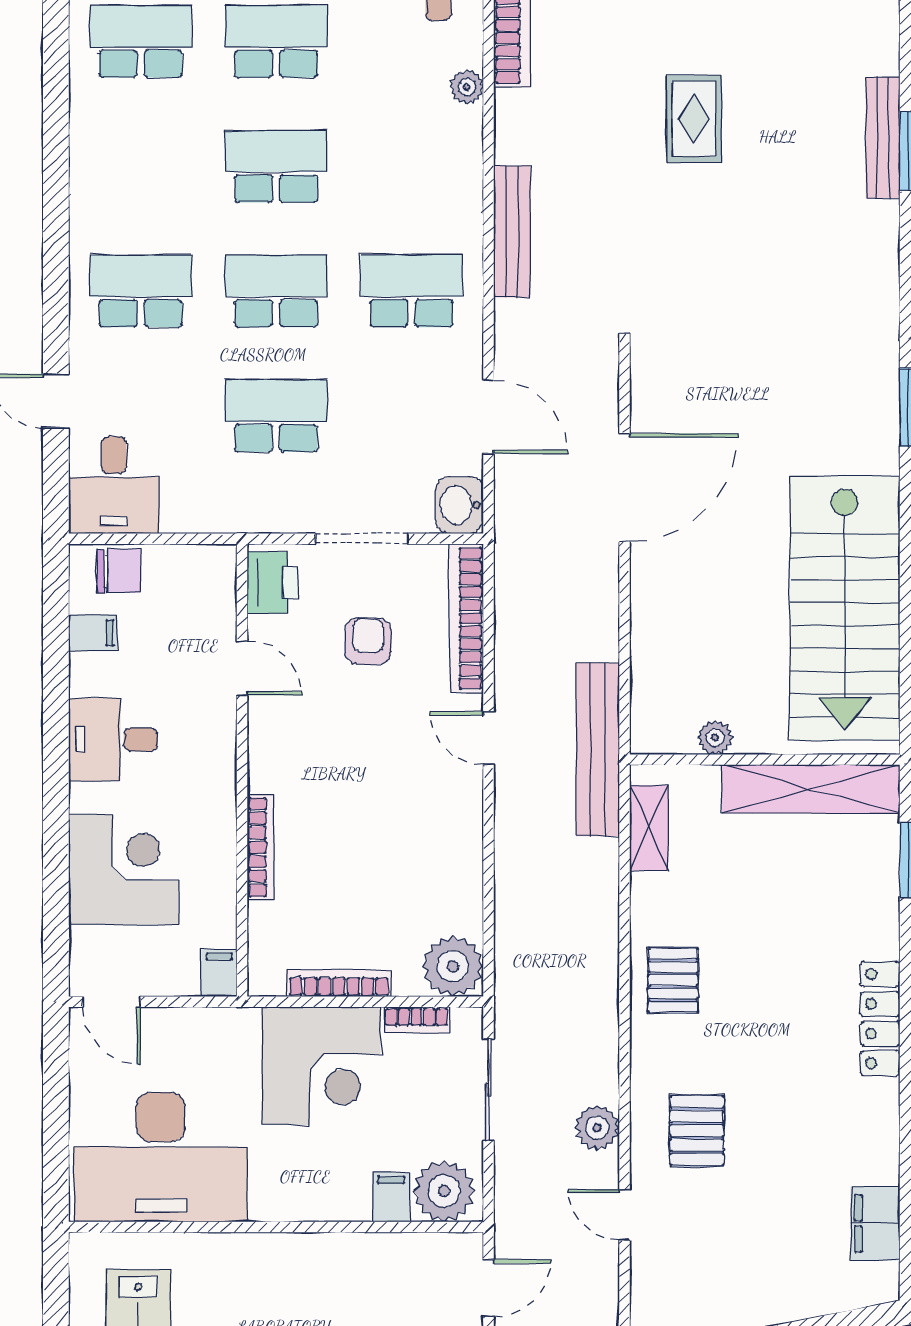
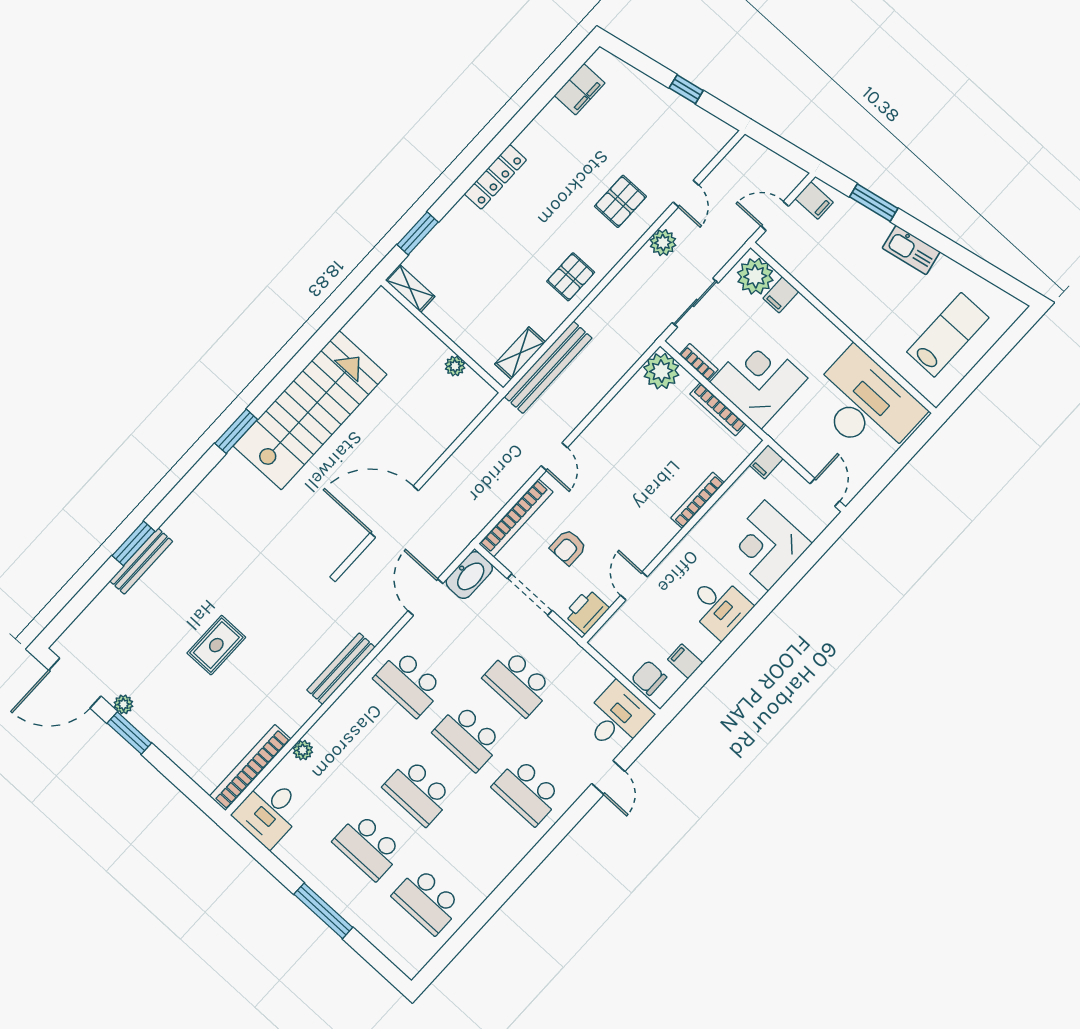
washbasin: (459, 505) -> (469, 575), width x1.38
stairs: (845, 608) -> (310, 410), moved
bench: (598, 750) -> (548, 367), moved
shelving: (811, 789) -> (410, 288), width x0.45, depth x0.75

